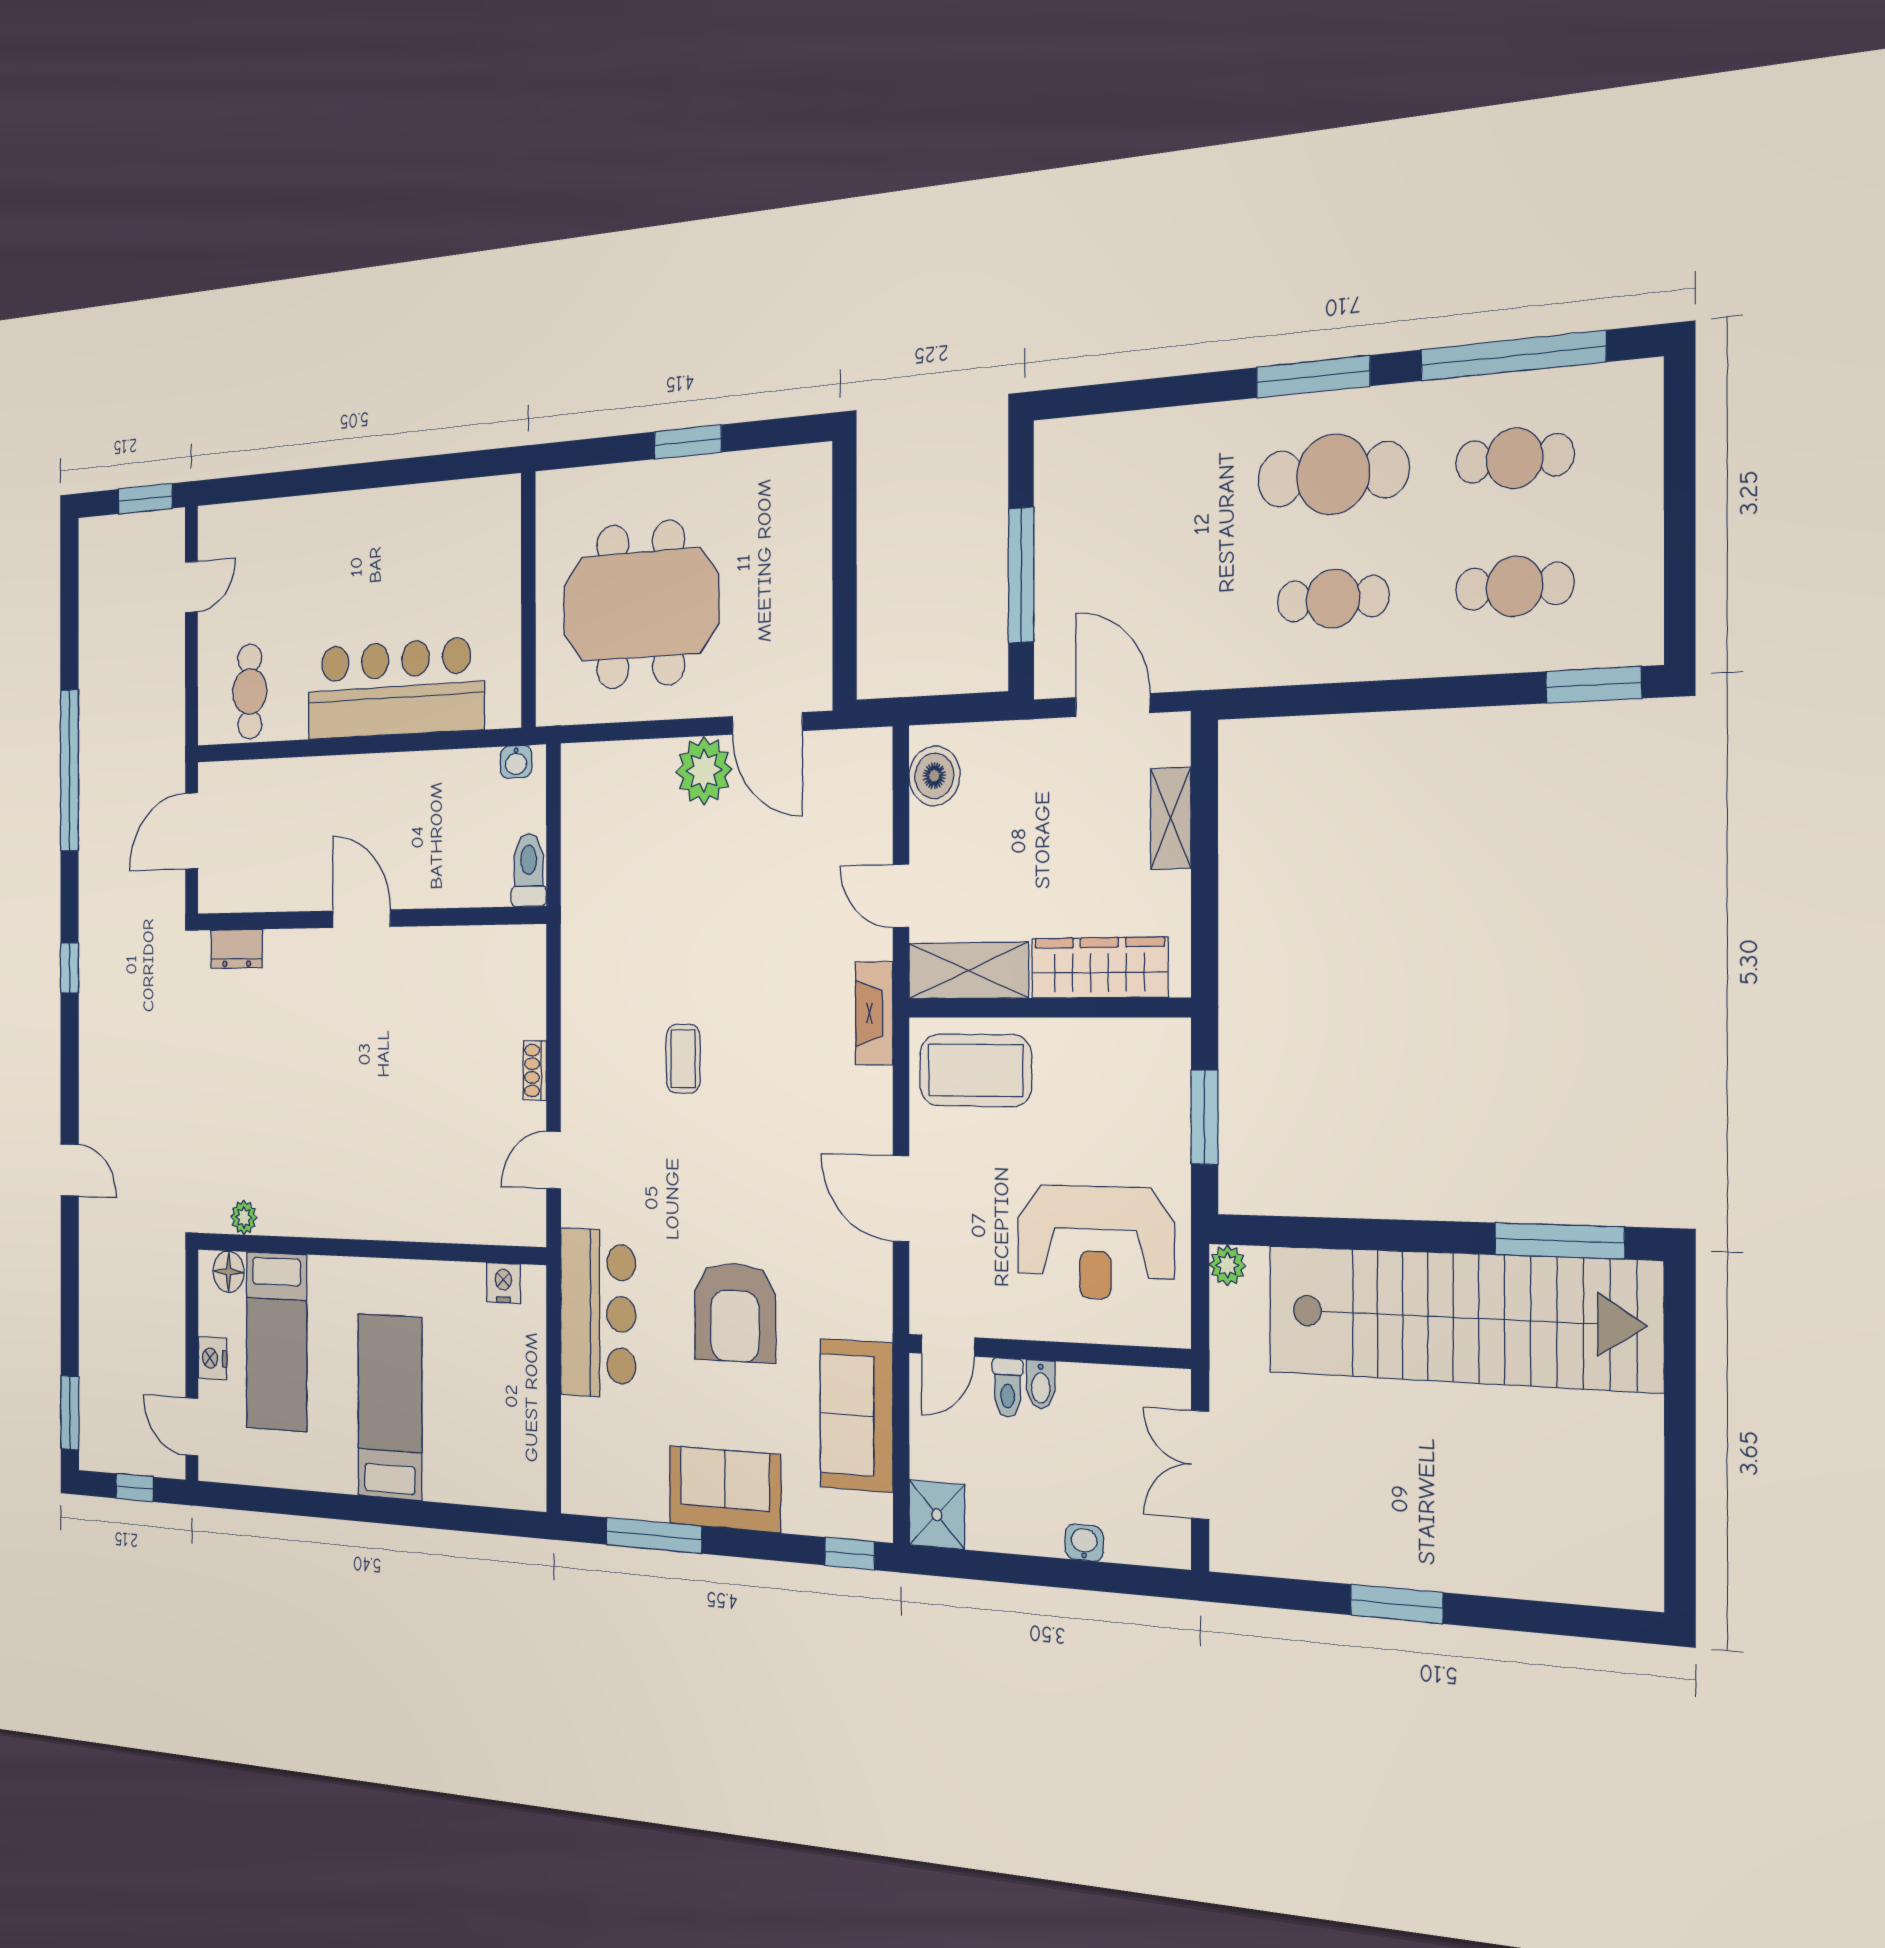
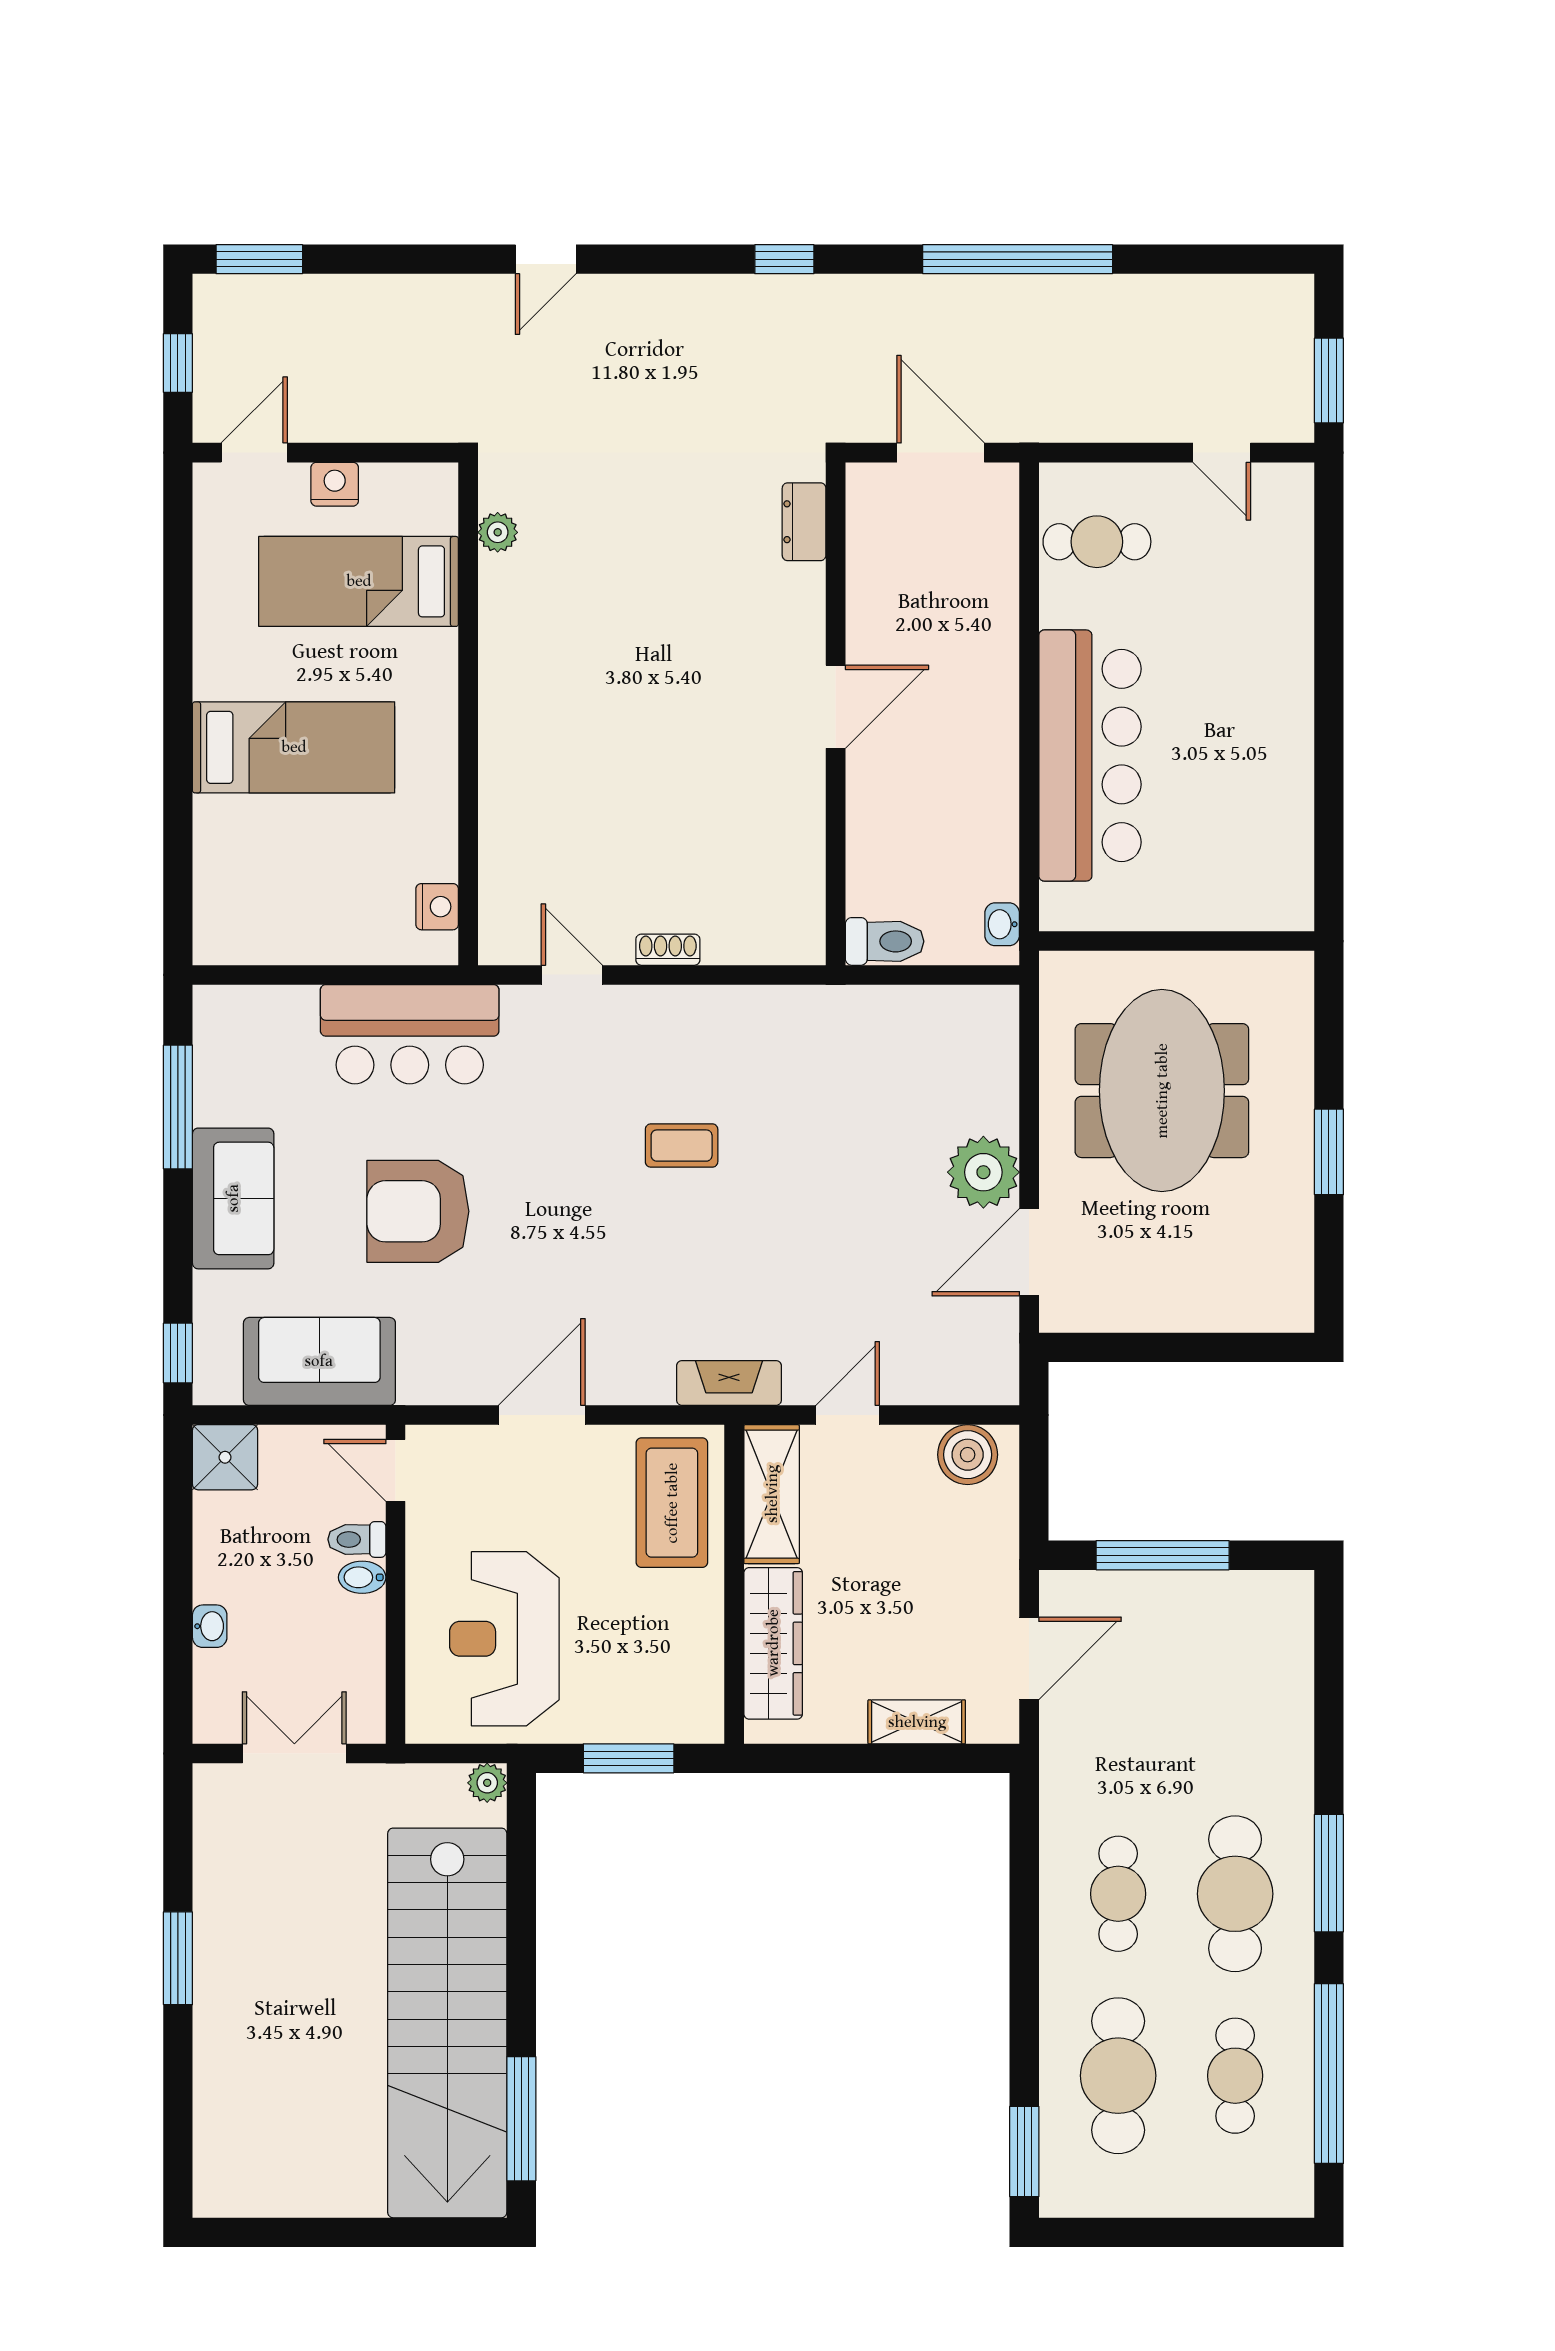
cafe table: (1515, 586) -> (1118, 2076), width x1.37, depth x1.35
floor lamp: (228, 1272) -> (435, 509), removed

